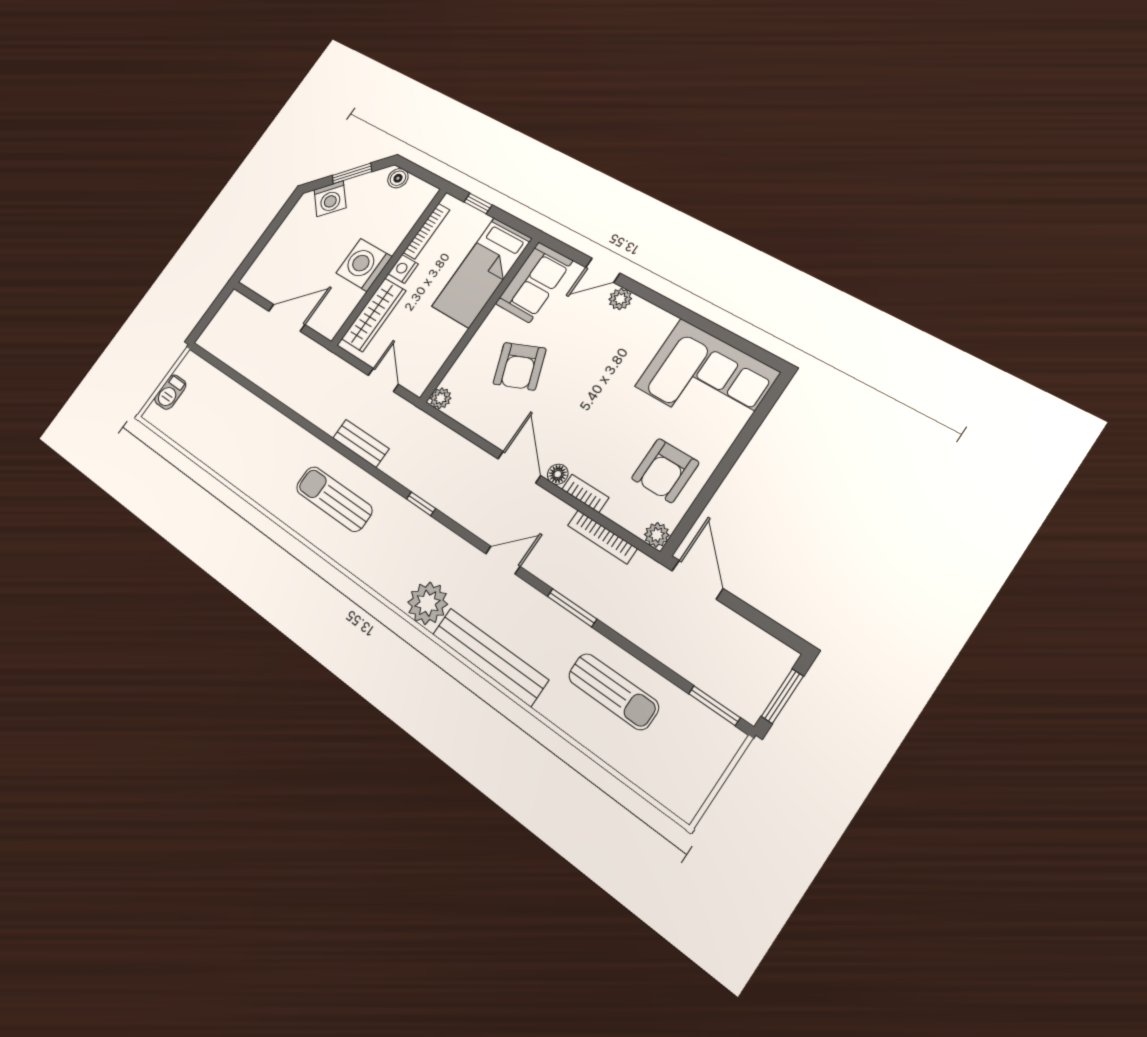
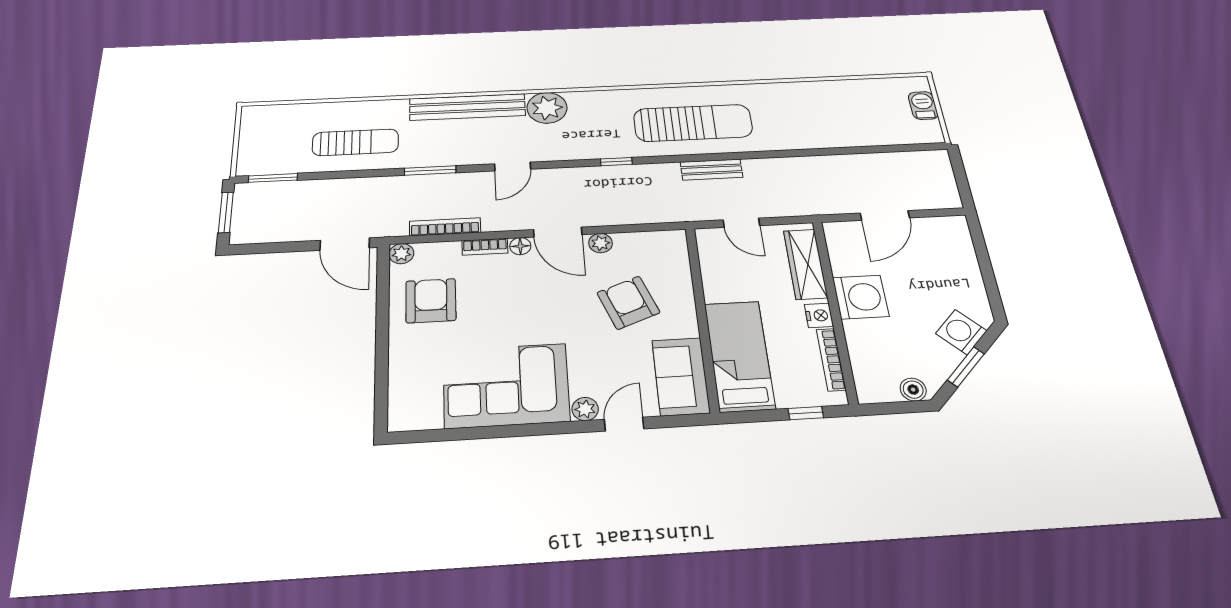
corner sofa: (707, 379) -> (506, 386), moved
plant: (441, 398) -> (601, 243), moved
sun lounger: (334, 499) -> (693, 123), width x1.36, depth x1.34
sun lounger: (613, 691) -> (355, 142), turned 180

